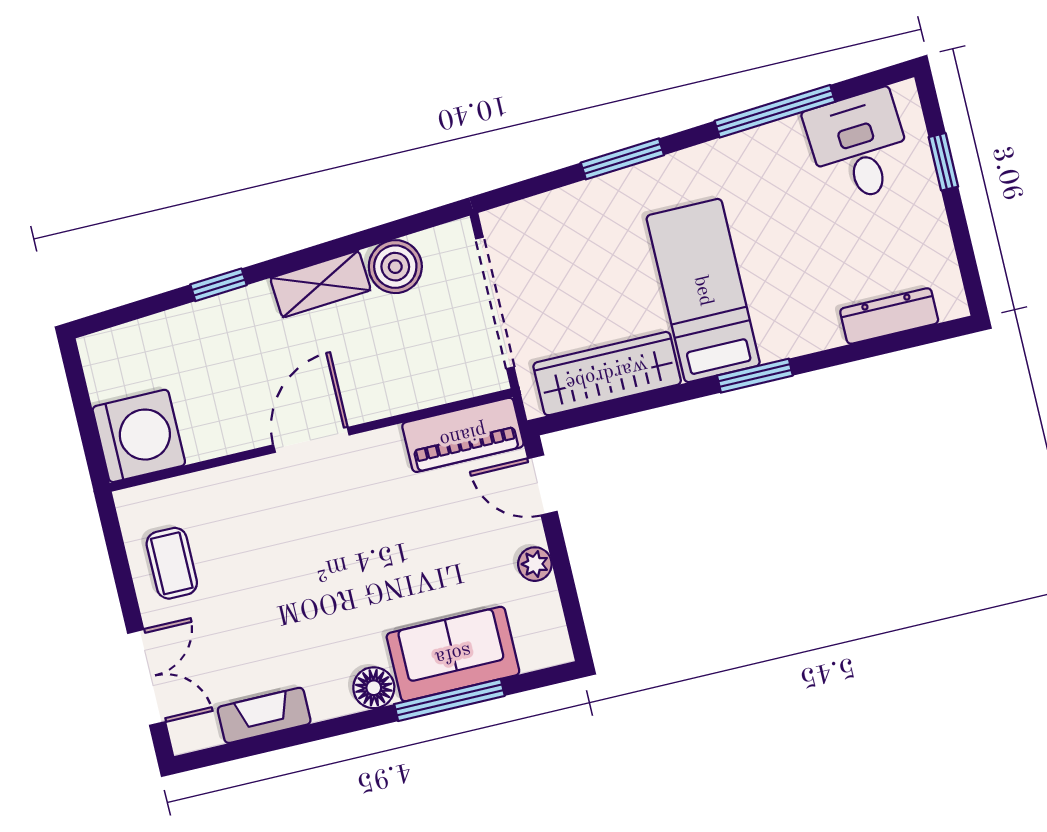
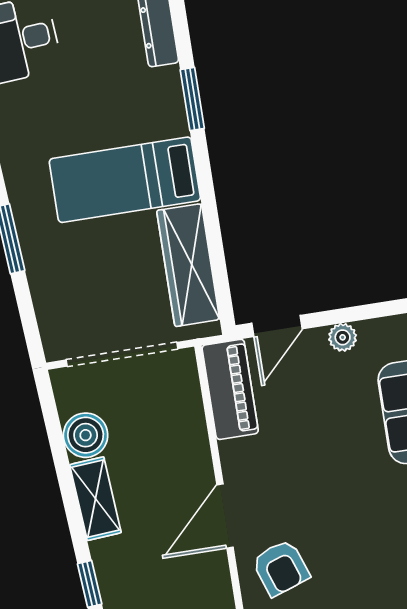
window: (755, 376) -> (192, 99), moved
door: (311, 440) -> (225, 516), hinge flipped
armchair: (255, 511) -> (281, 568), added

